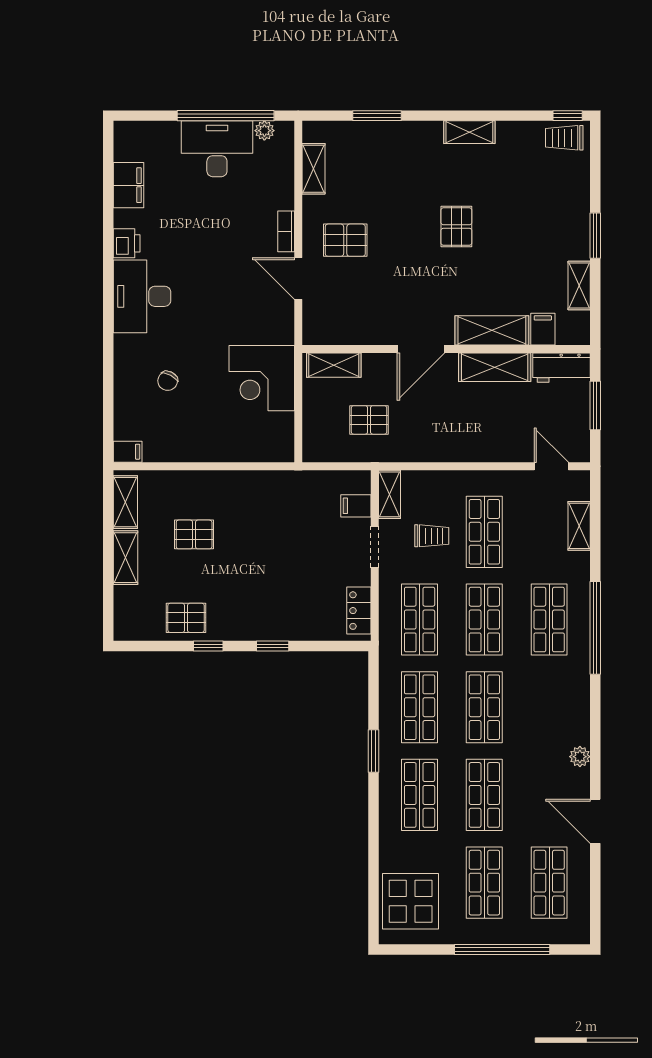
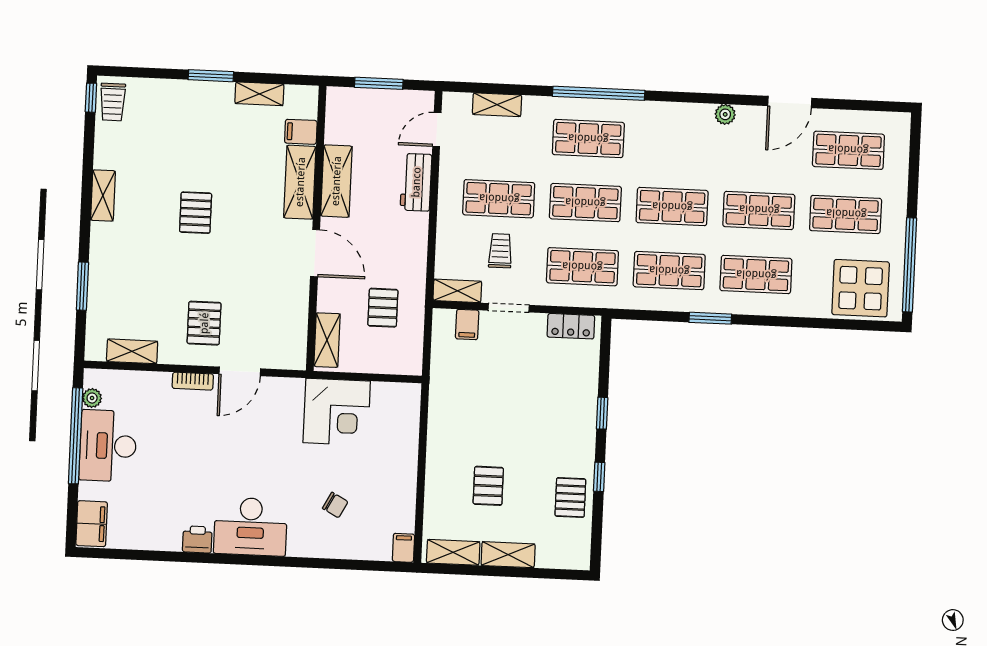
filing cabinet: (128, 185) -> (92, 524), moved, turned 90
pallet: (456, 227) -> (196, 213), turned 90
workbench: (561, 368) -> (416, 182), moved, turned 180
window: (502, 949) -> (909, 265), moved

